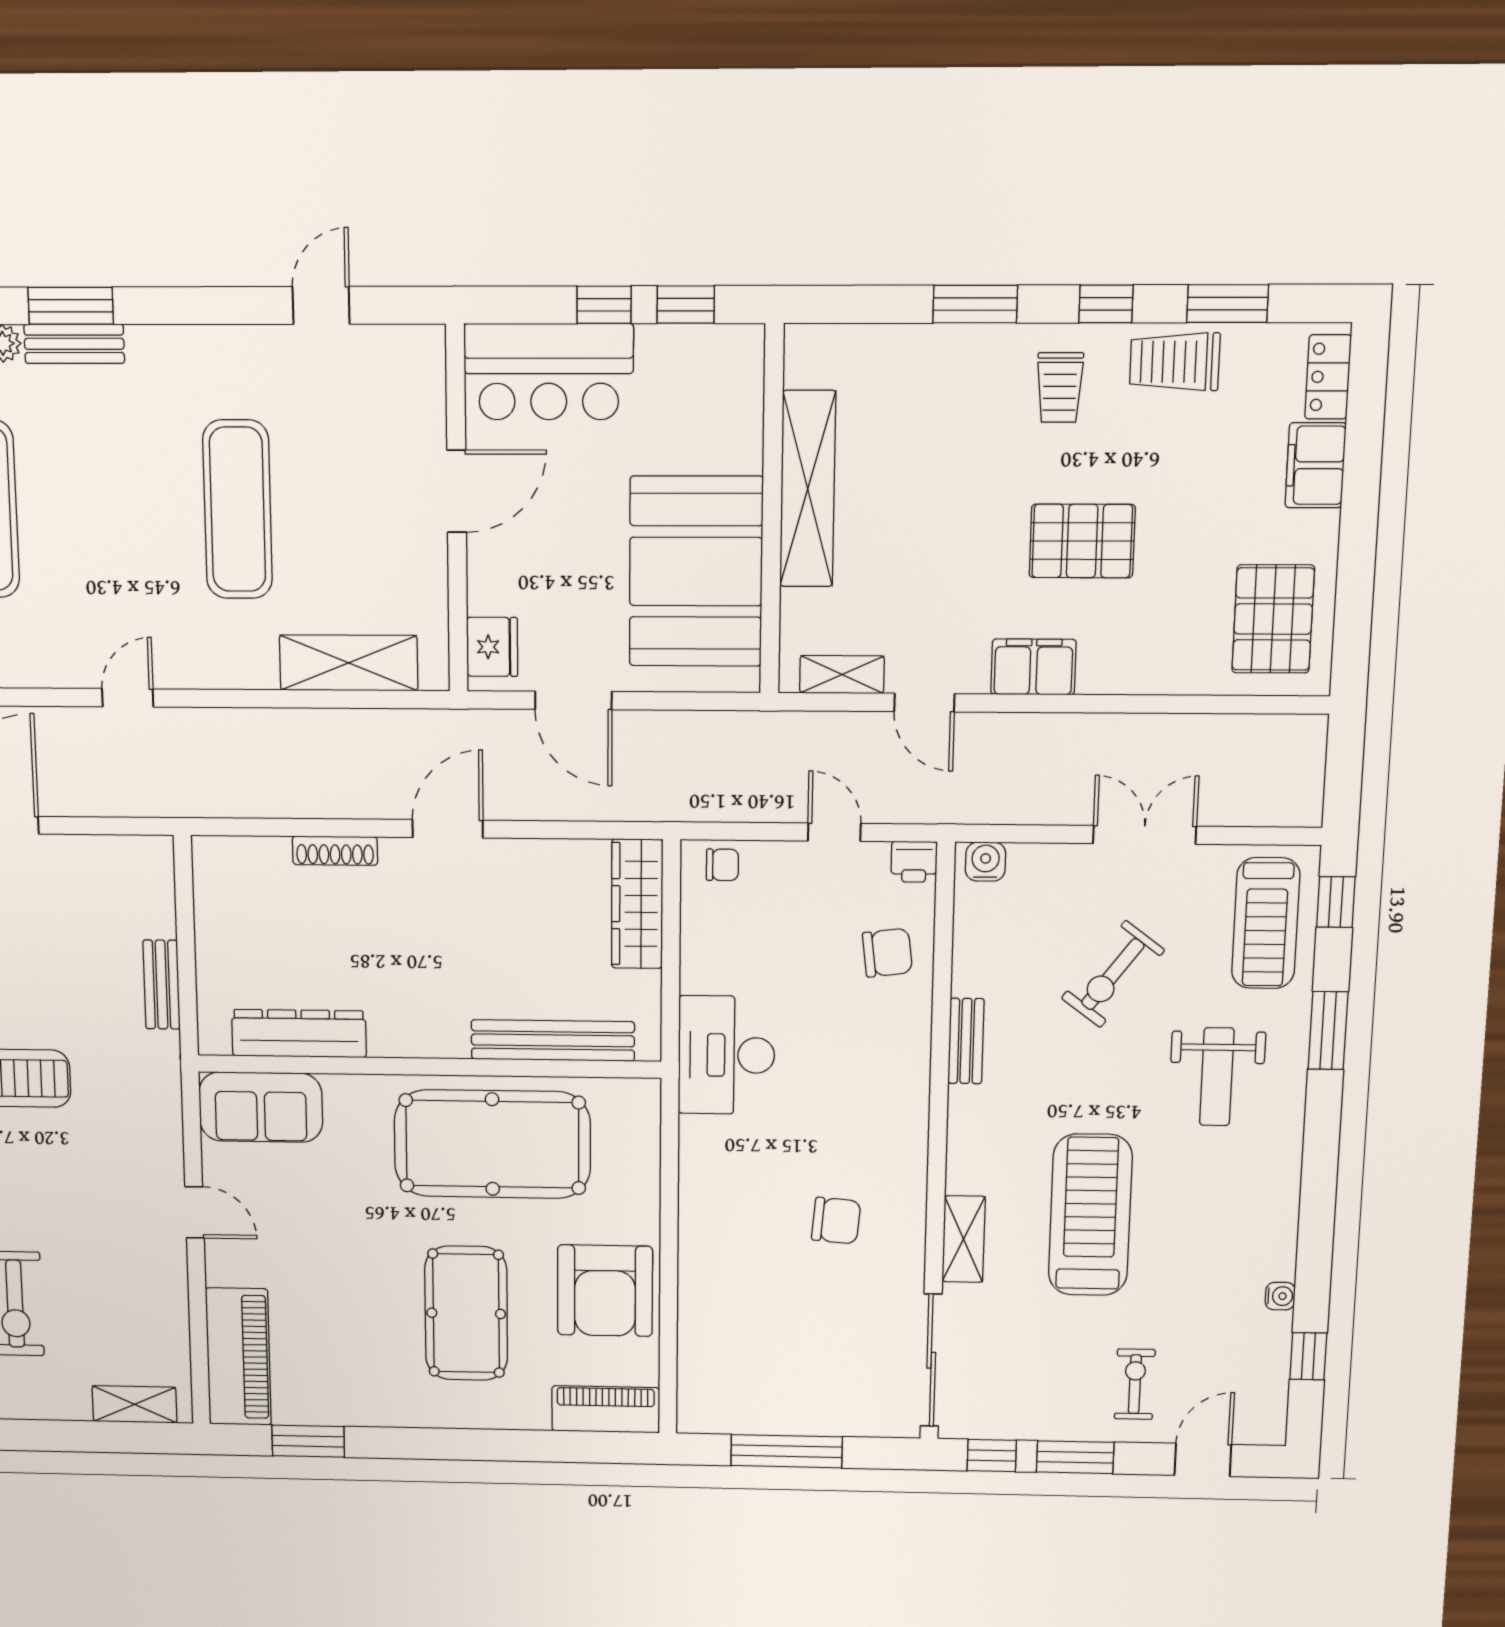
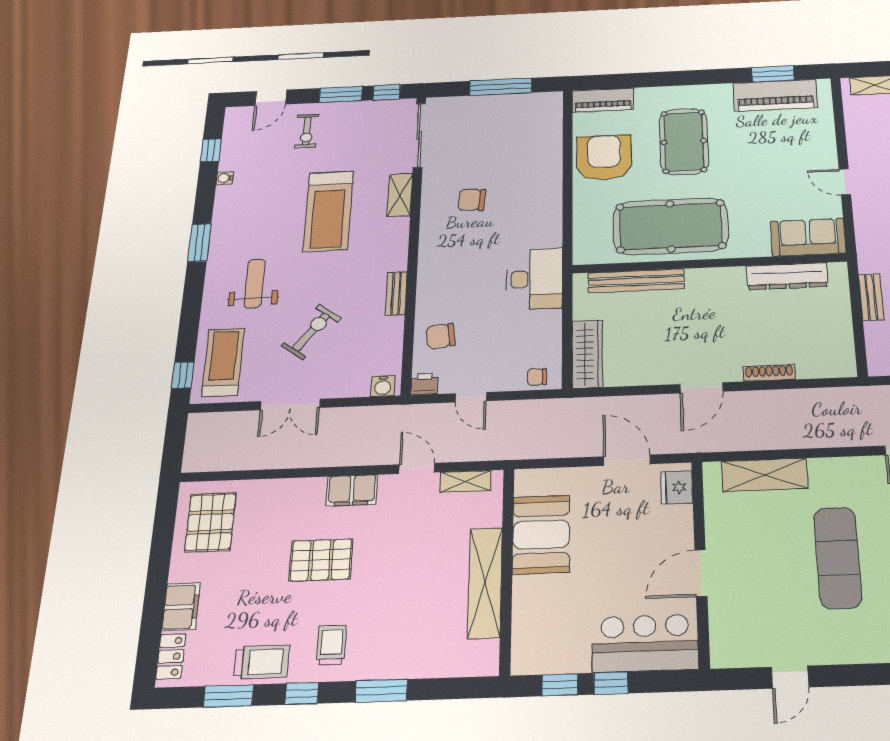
booth: (696, 571) -> (541, 534), width x0.73, depth x0.70
window: (1328, 1031) -> (199, 243), moved
piano: (238, 1357) -> (775, 95), moved, turned -90

